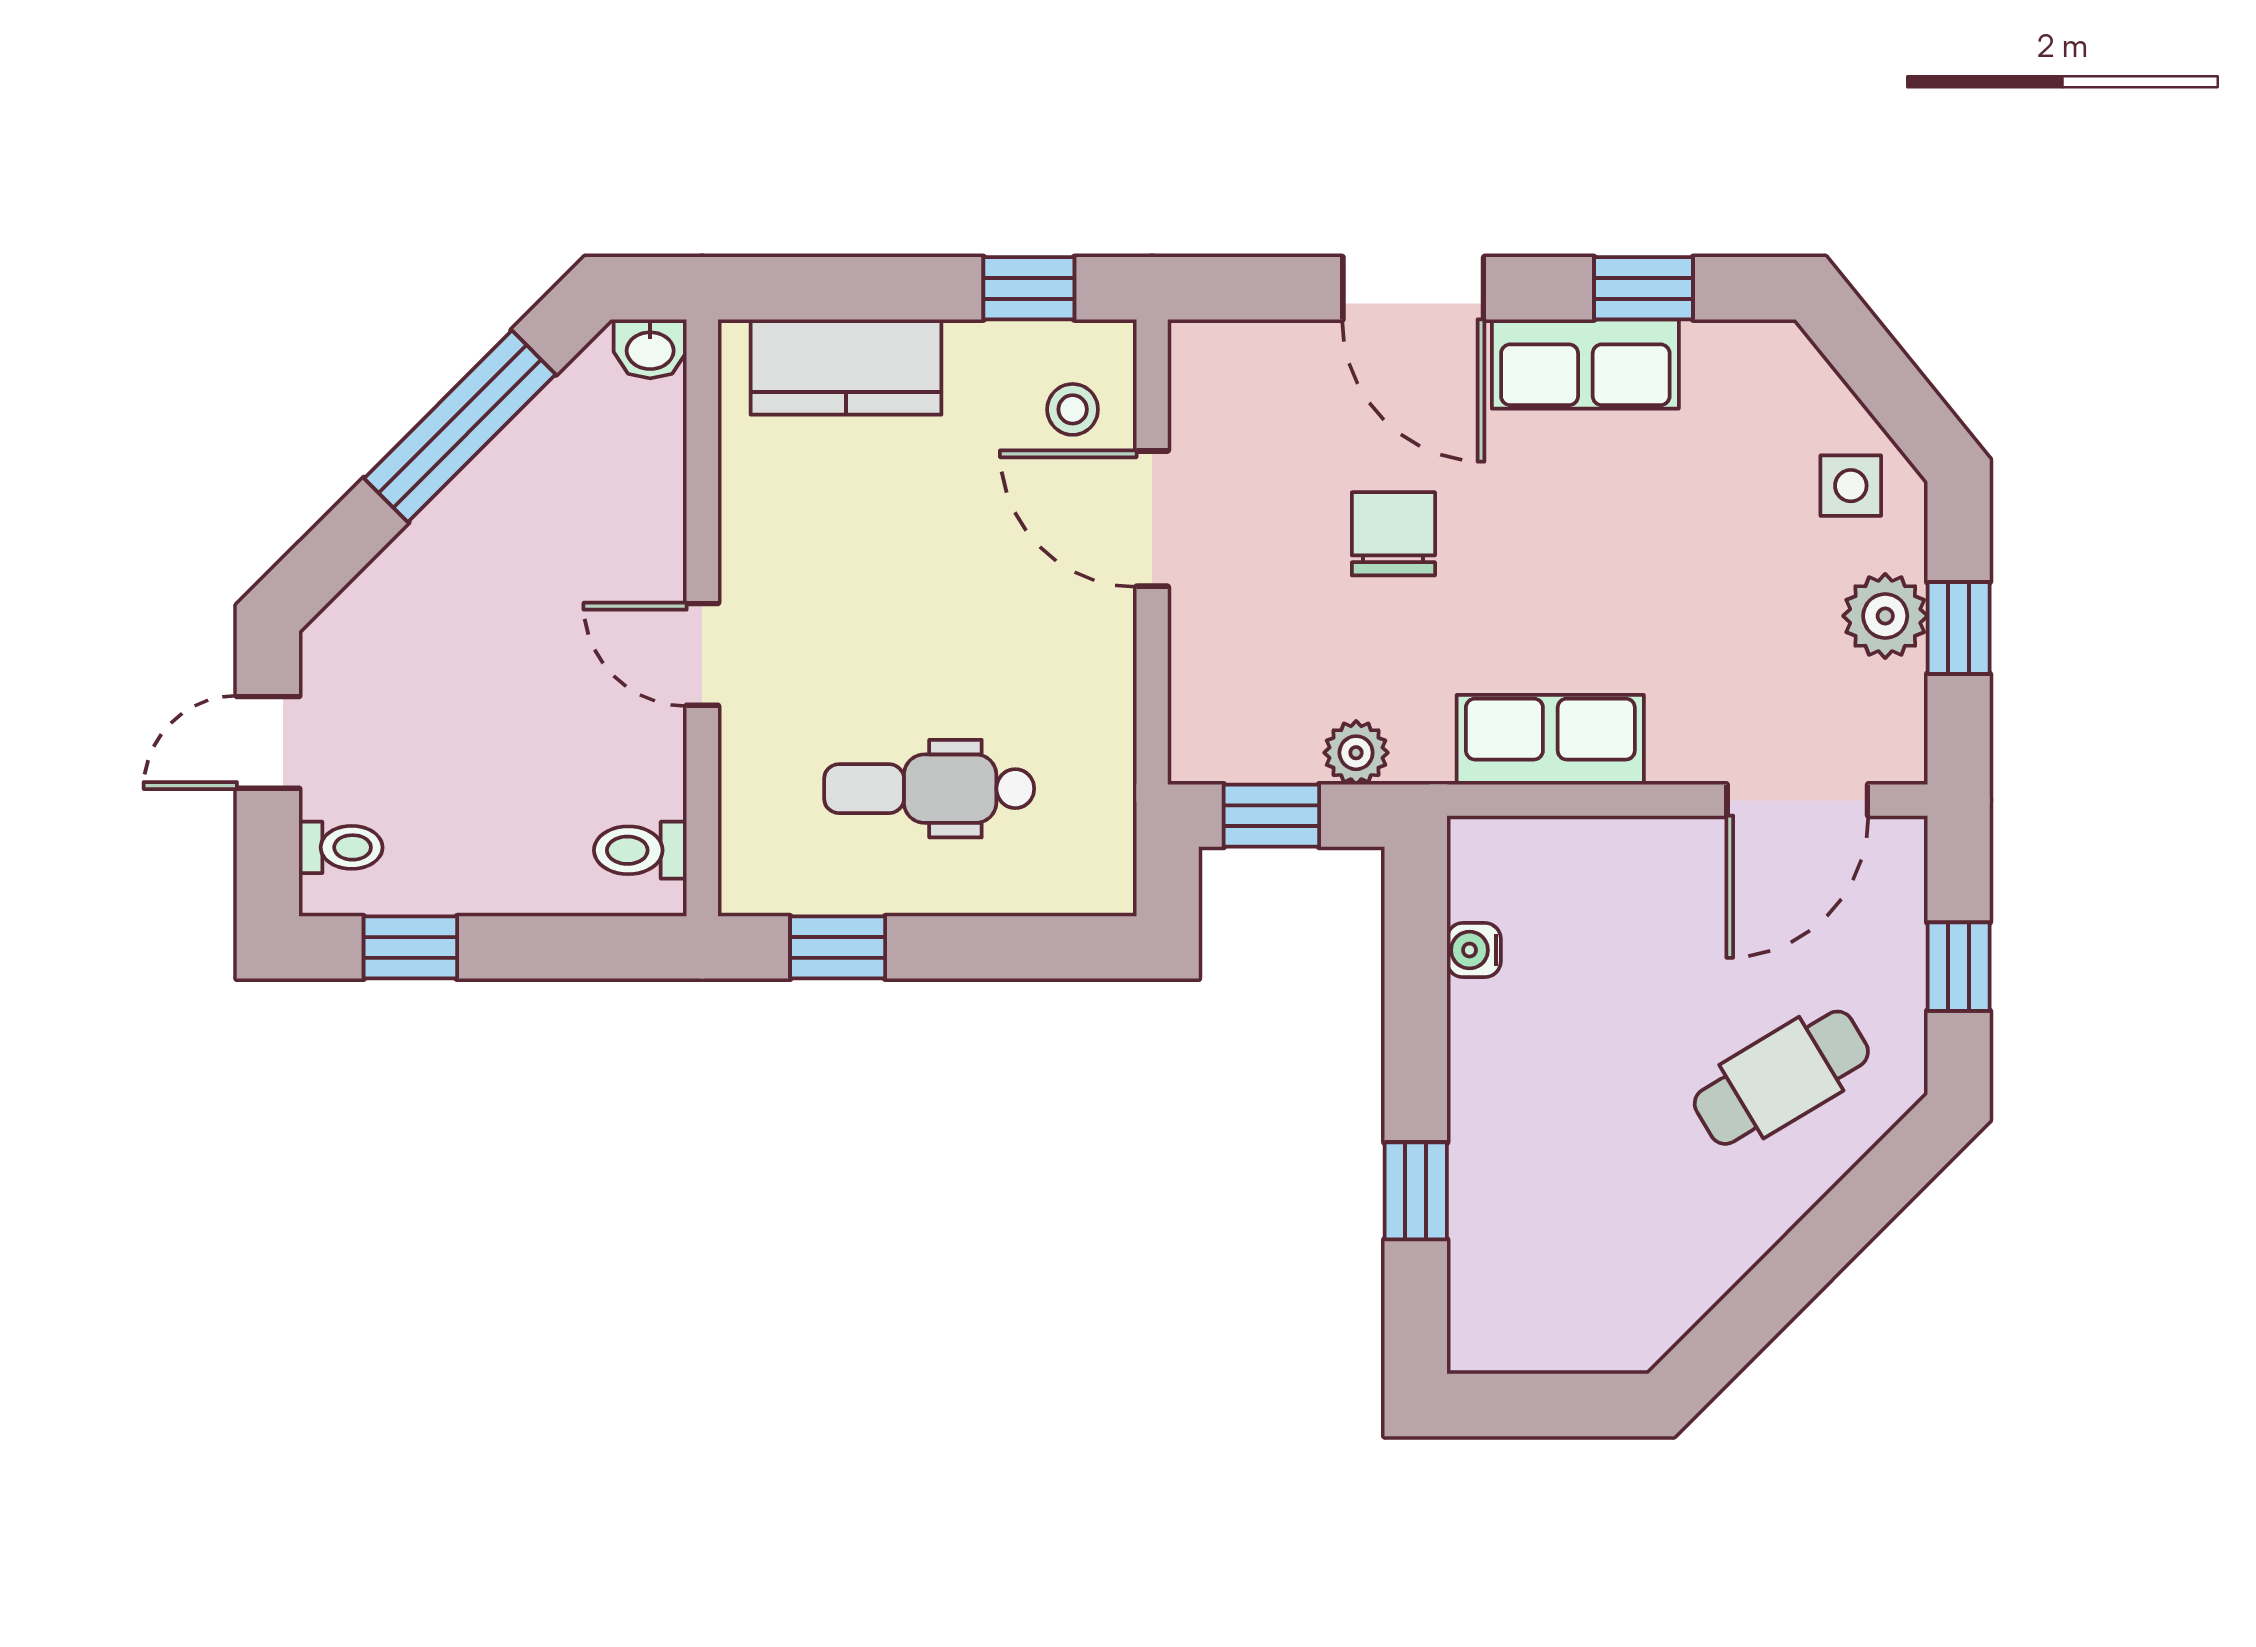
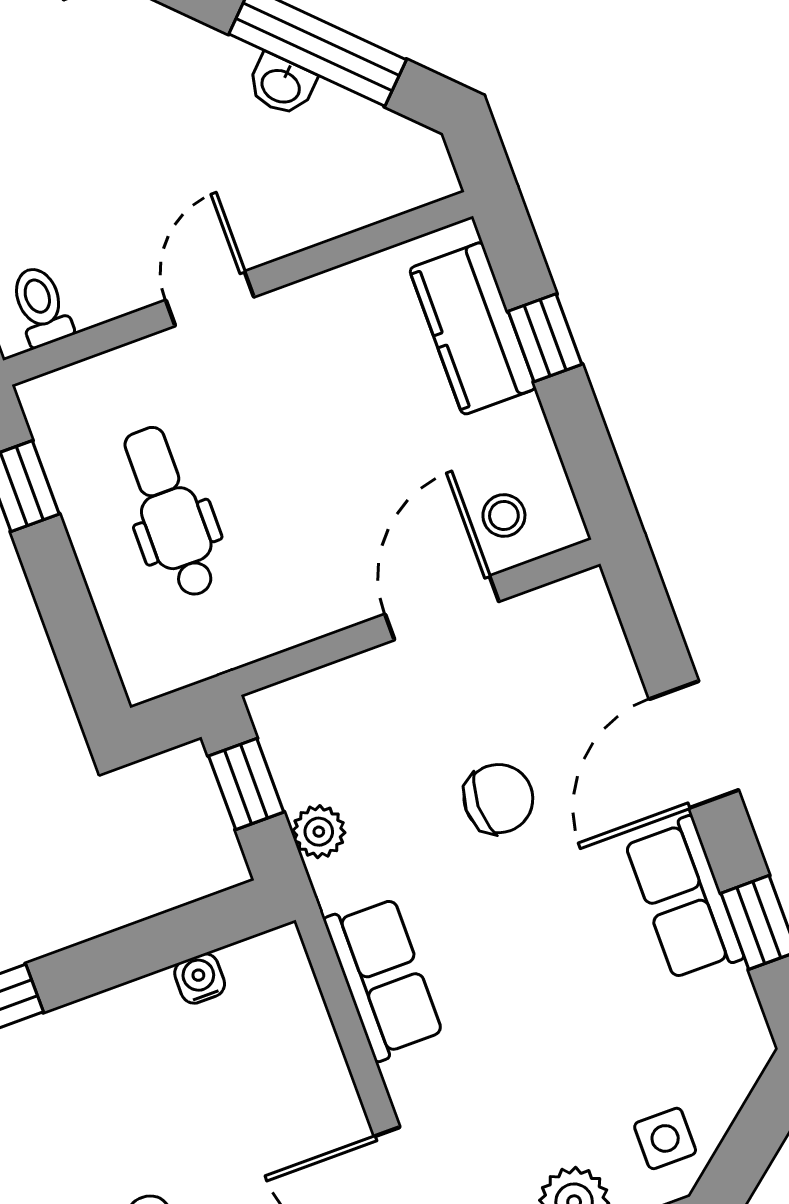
window: (1029, 288) -> (545, 338), moved
washbasin: (650, 349) -> (281, 85), moved, turned -45

